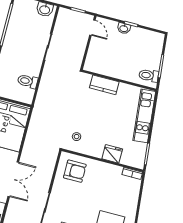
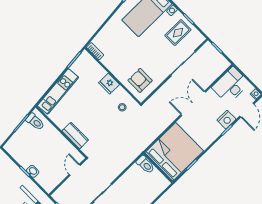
door: (92, 28) -> (75, 170), moved
toilet: (28, 81) -> (145, 165), moved
fridge: (112, 154) -> (109, 84), moved

